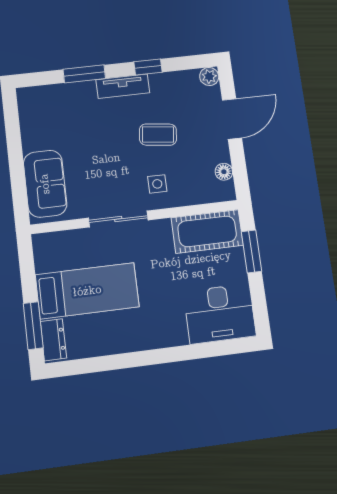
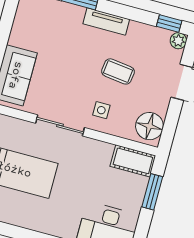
window: (148, 67) -> (169, 24), moved
floor lamp: (224, 172) -> (149, 126), width x1.89, depth x1.89
cot: (207, 231) -> (133, 161), width x0.73, depth x0.75

